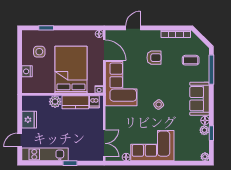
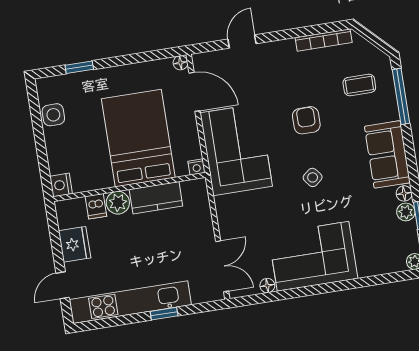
side table: (39, 52) -> (53, 115), moved
armchair: (154, 58) -> (306, 120), moved, turned -90
nightstand: (27, 71) -> (61, 185), moved
dishwasher: (94, 102) -> (96, 206), moved
kitchen unit: (45, 154) -> (130, 302), width x1.36

